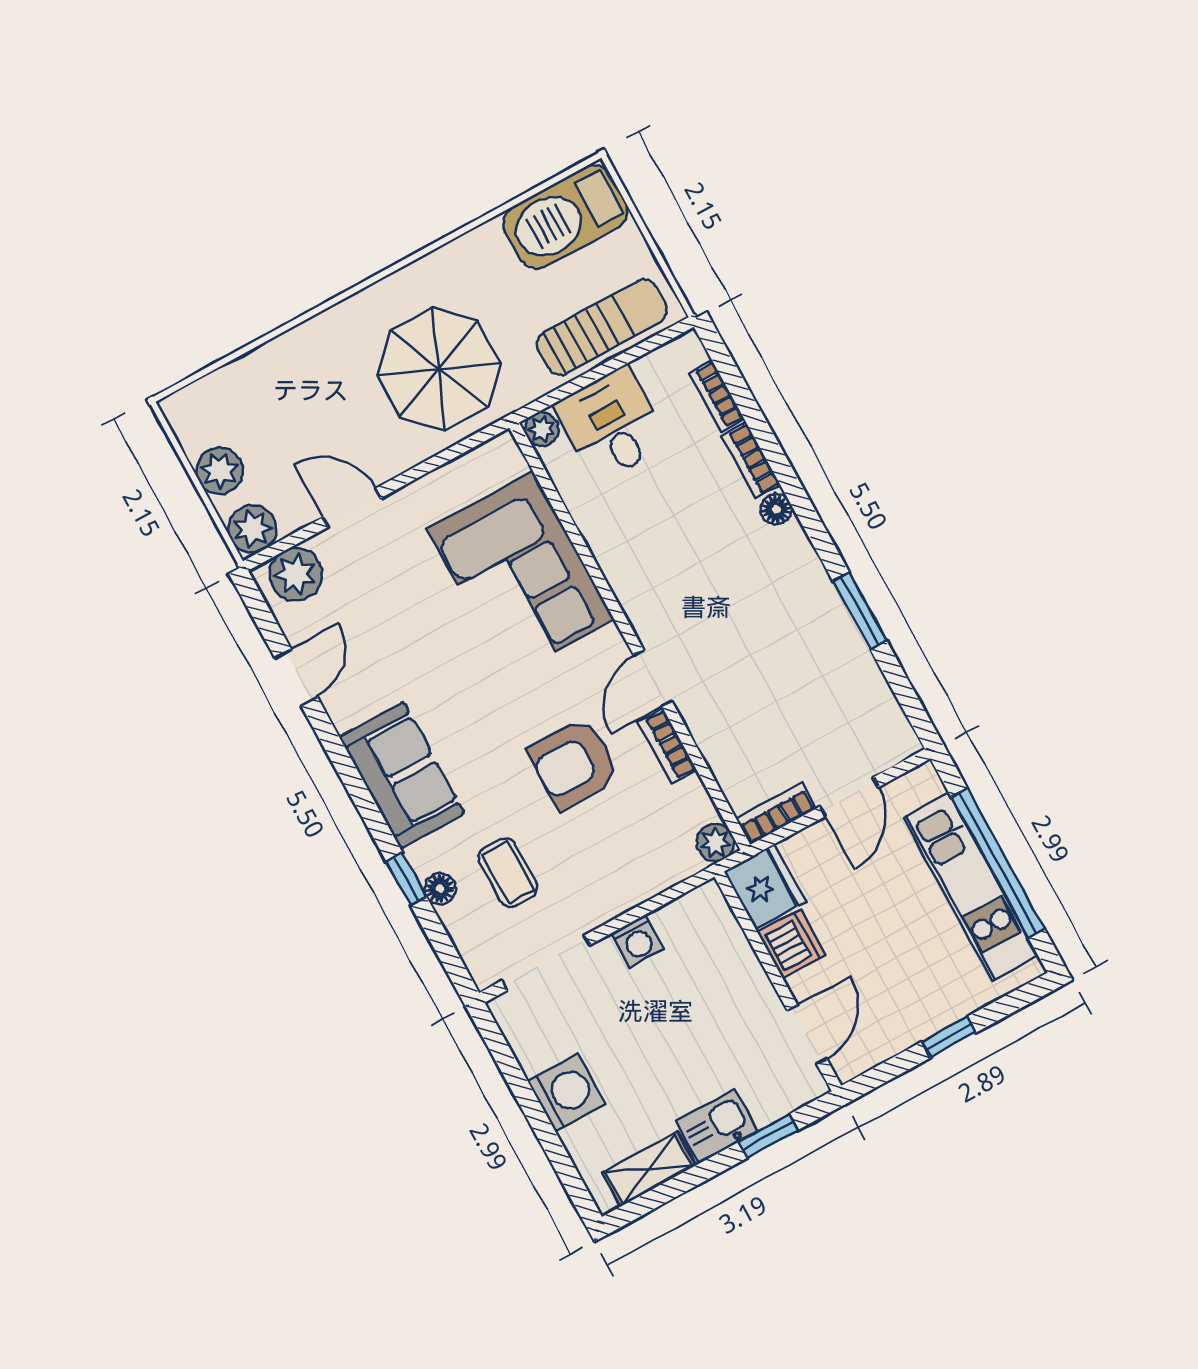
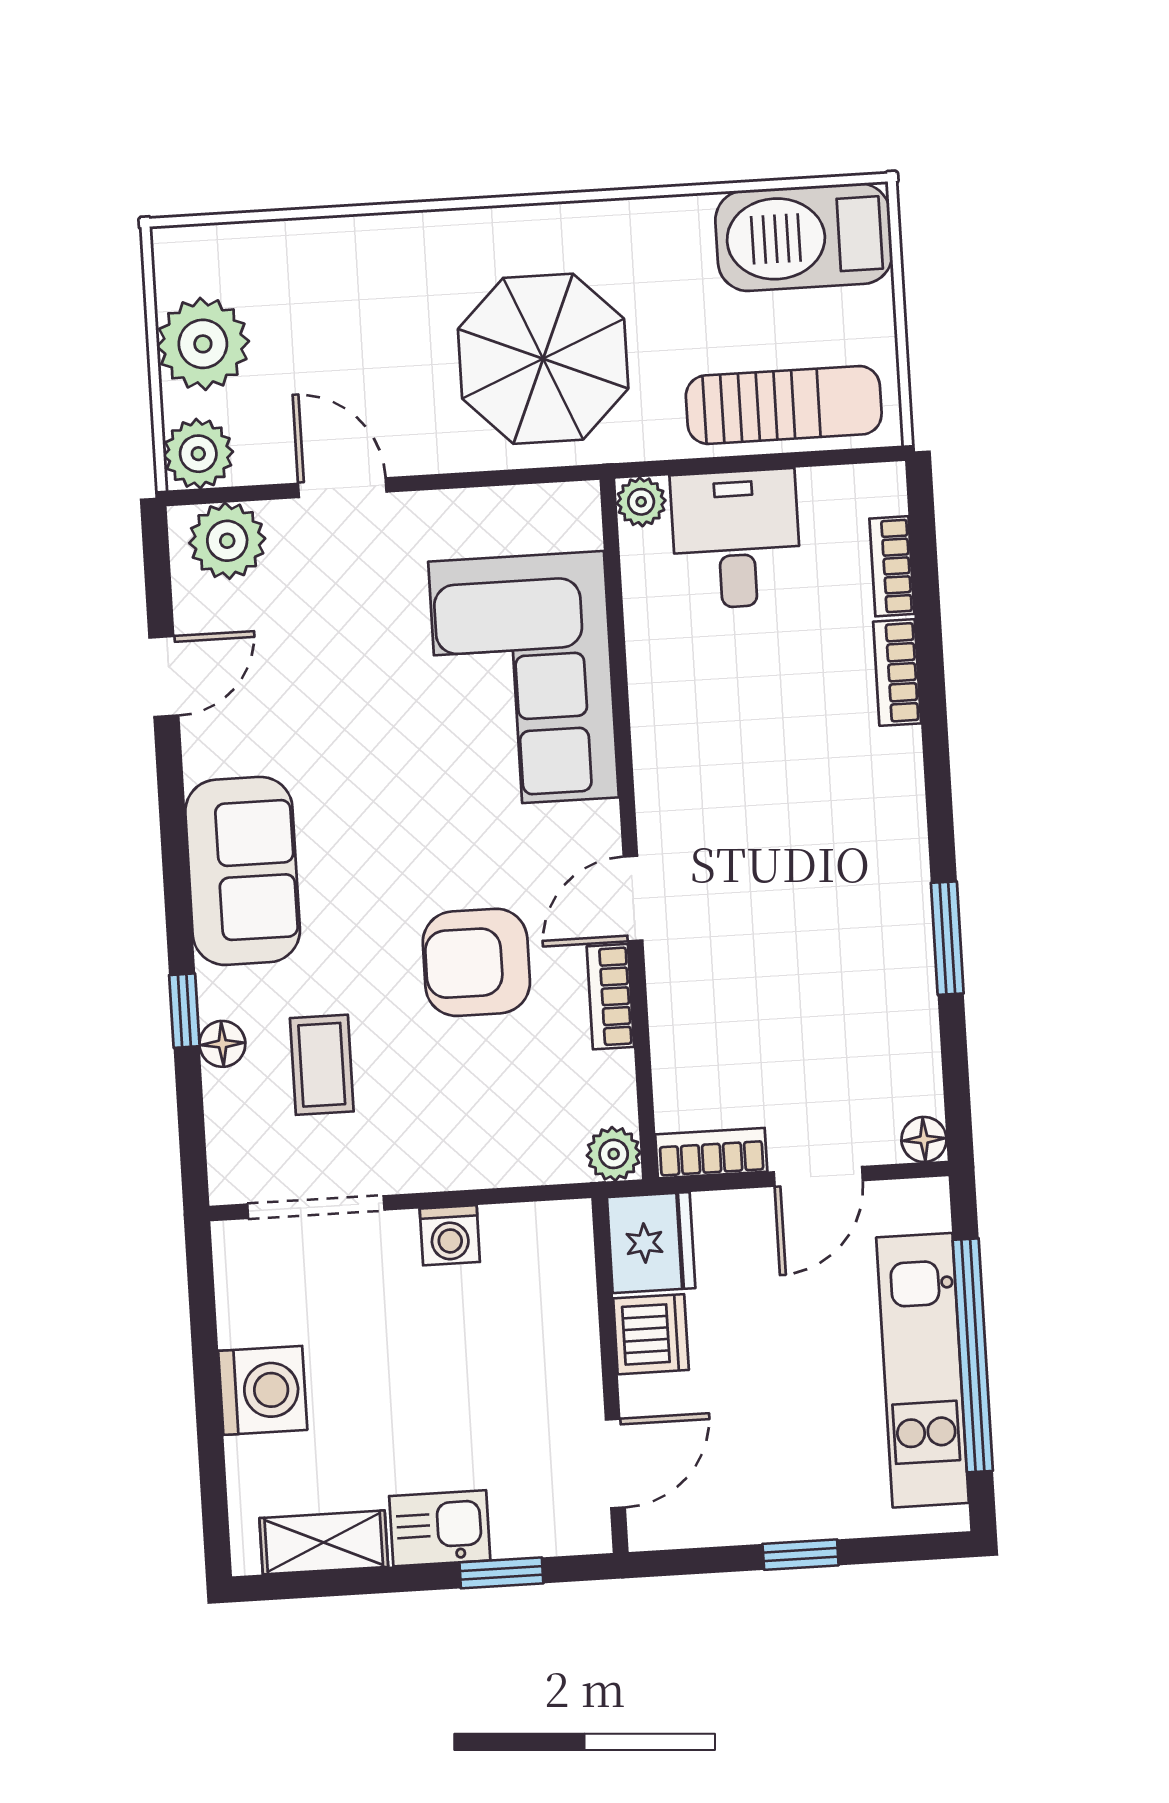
plant: (220, 471) -> (203, 344), width x1.36, depth x1.36
floor lamp: (776, 509) -> (924, 1139), moved

